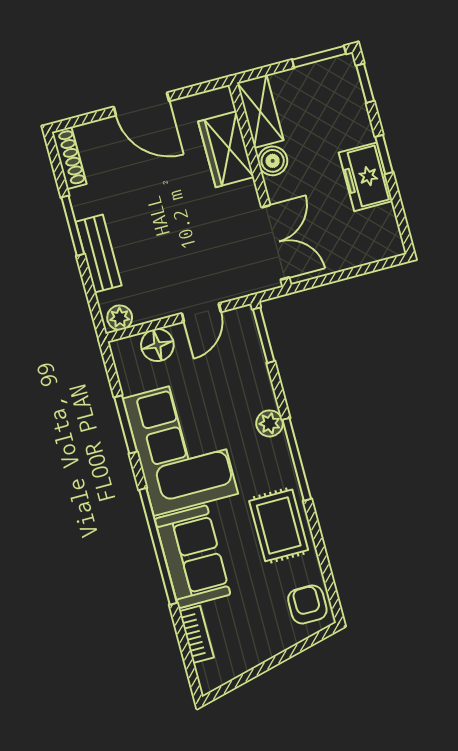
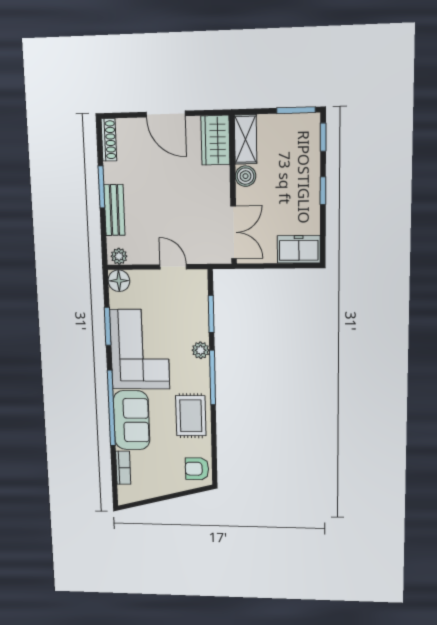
wardrobe: (226, 149) -> (215, 140), moved
freezer: (366, 177) -> (299, 249), moved, turned 90
door: (201, 313) -> (173, 267), swing flipped
window: (264, 335) -> (211, 314), moved
floor lamp: (157, 345) -> (119, 281), moved
armchair: (307, 604) -> (197, 469), turned -90

